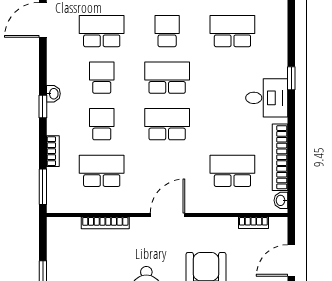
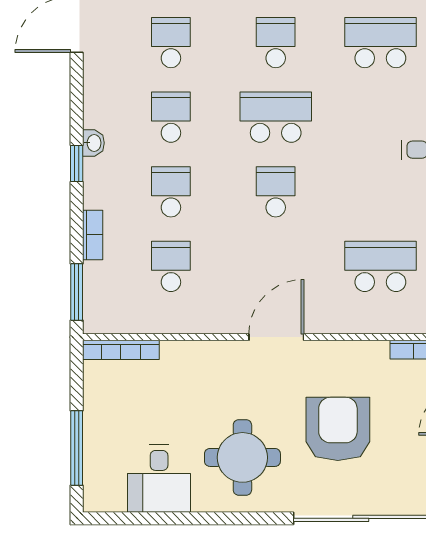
school desk: (102, 31) -> (171, 43), width x0.54
school desk: (167, 124) -> (276, 192), width x0.54
school desk: (102, 171) -> (171, 266), width x0.54
bookcase: (105, 223) -> (121, 350), moved

